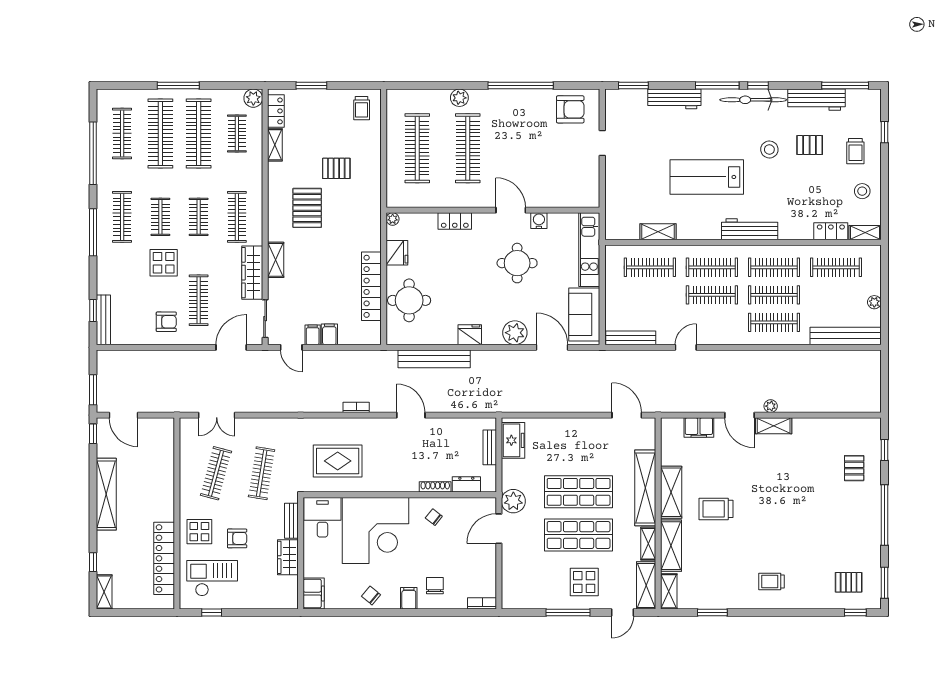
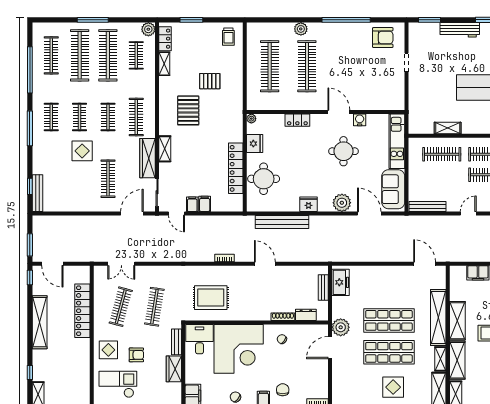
clothes rail: (122, 217) -> (51, 117), width x0.73
armchair: (166, 322) -> (84, 195), removed
locker: (164, 558) -> (82, 311), moved

